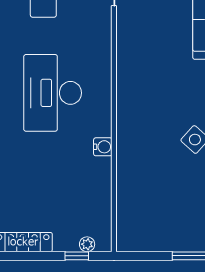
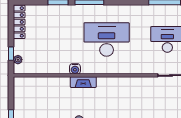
fireplace: (125, 133) -> (83, 82), added

